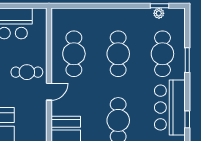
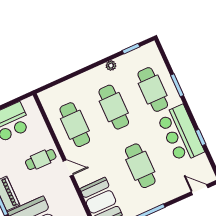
plant: (159, 13) -> (111, 66), moved
door: (49, 92) -> (68, 168), hinge flipped

